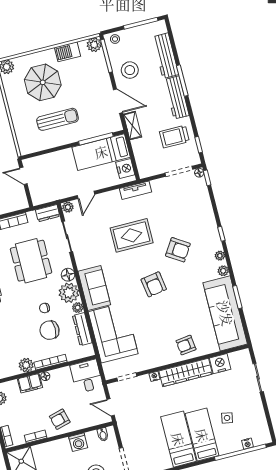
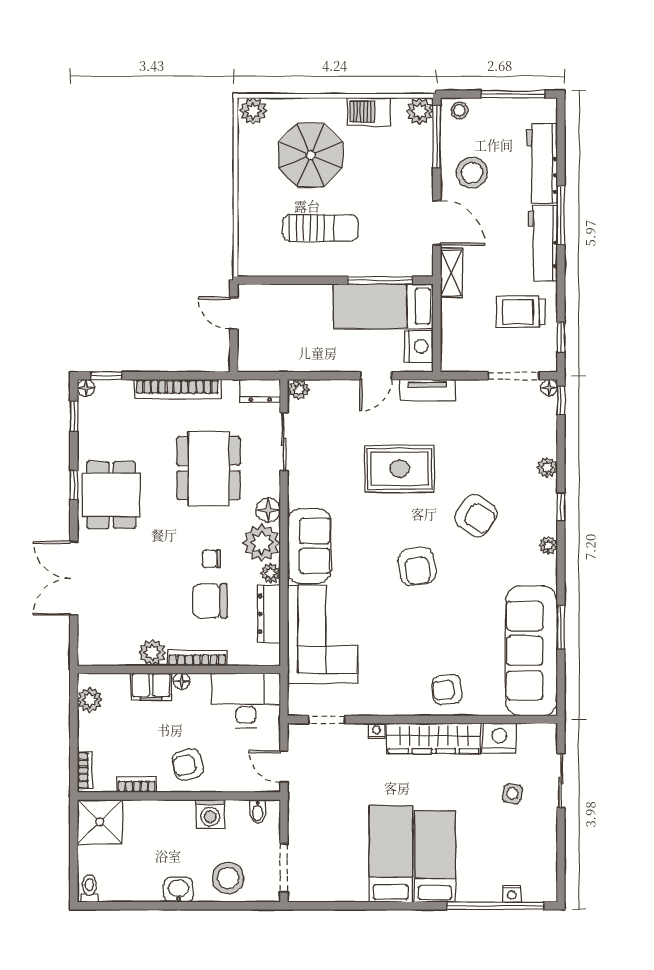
door: (86, 195) -> (376, 376), moved
plant: (223, 271) -> (547, 467), moved
desk: (87, 376) -> (246, 700), width x1.37
side table: (227, 418) -> (512, 794), moved

